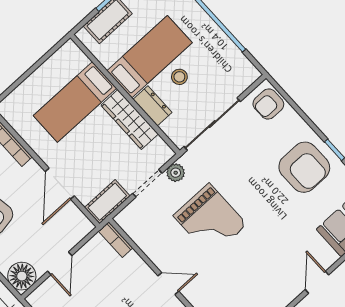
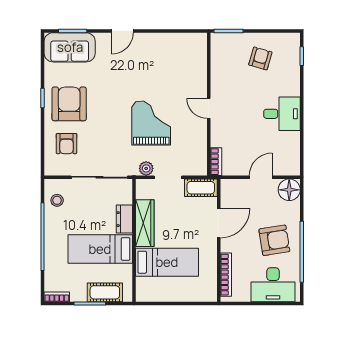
stool: (179, 77) -> (57, 200), moved
armchair: (268, 104) -> (67, 144), moved, turned 90

